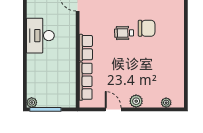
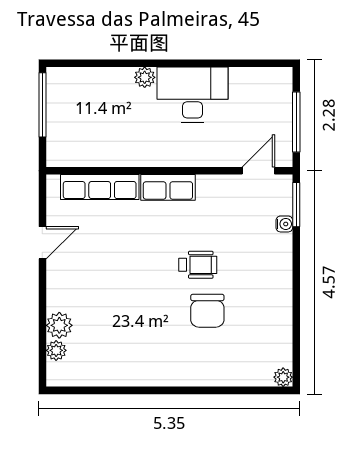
wheelchair: (124, 33) -> (198, 265), turned 91
plant: (136, 101) -> (59, 325), moved
plant: (32, 102) -> (145, 77), moved

